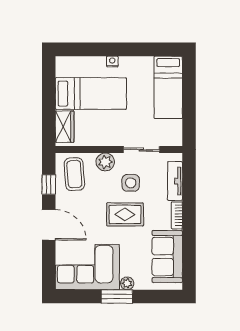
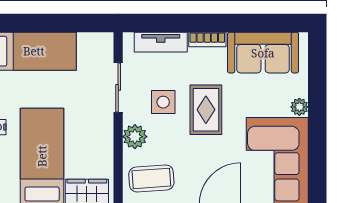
window: (117, 297) -> (317, 121), removed

